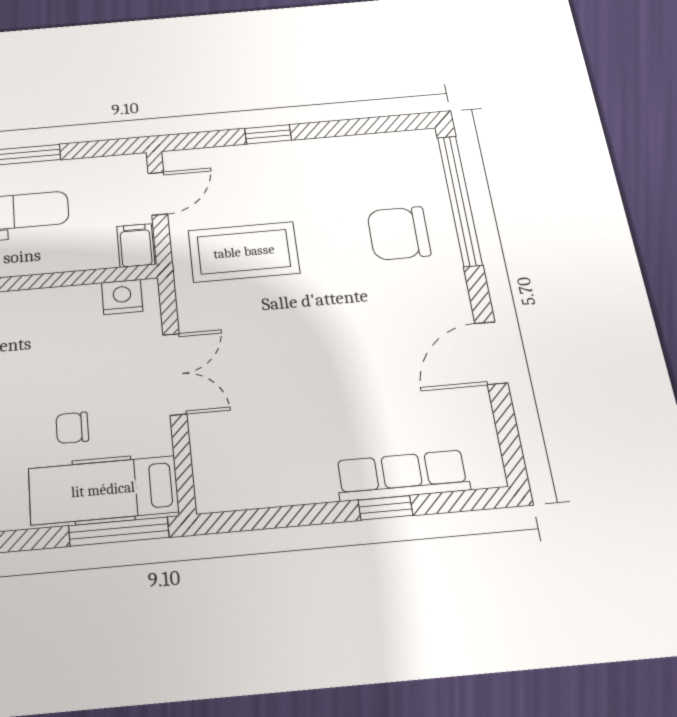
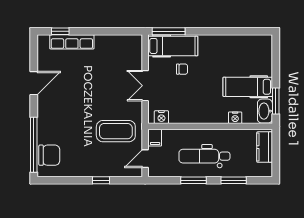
chair: (399, 233) -> (49, 155), moved
window: (385, 508) -> (60, 31), moved

